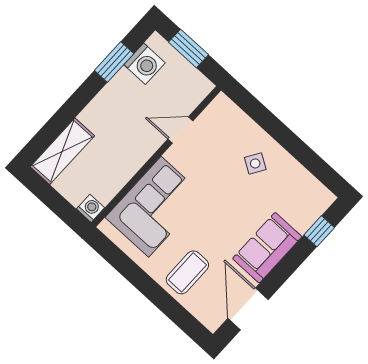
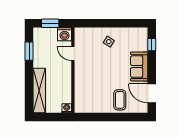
washing machine: (145, 64) -> (65, 34), moved, turned 90
door: (180, 130) -> (73, 54), hinge flipped
shelving: (62, 151) -> (39, 90), width x1.47
corner sofa: (155, 207) -> (88, 88), removed

